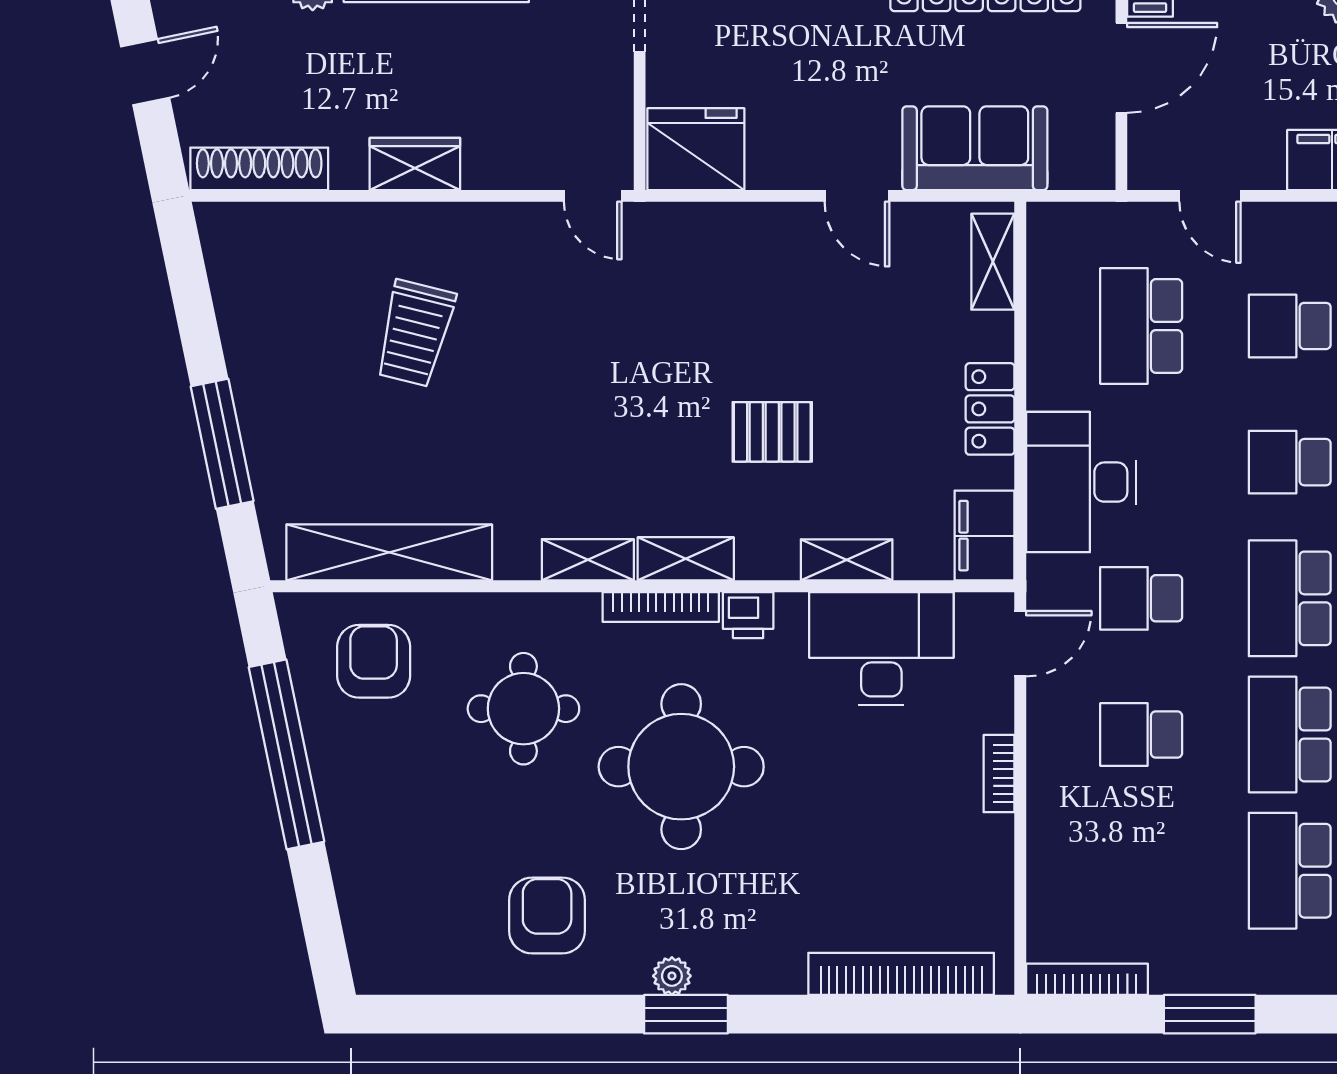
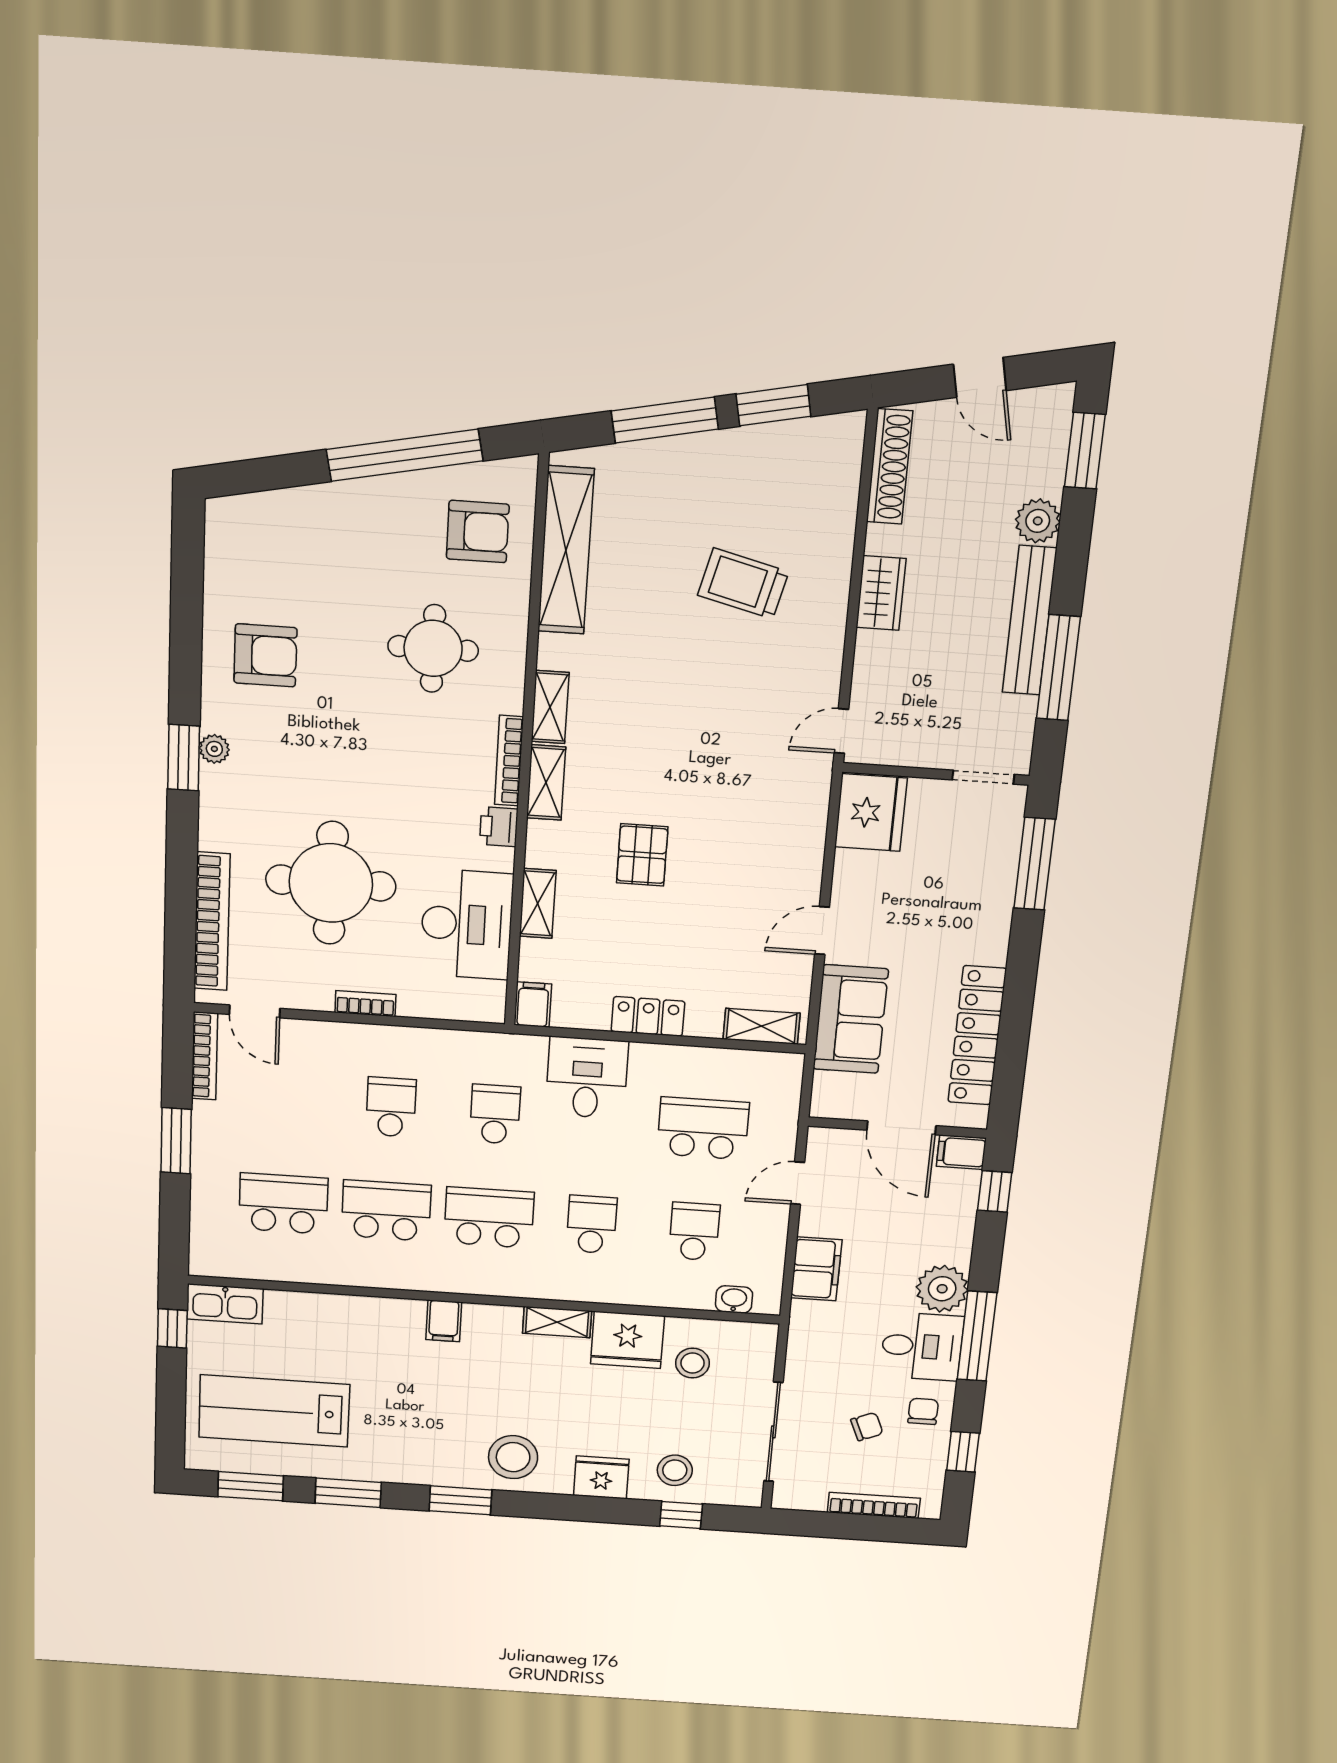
window: (195, 315) -> (773, 405), added
desk: (1081, 482) -> (587, 1078), width x0.73
filing cabinet: (985, 536) -> (533, 1004), width x0.50
door: (1020, 644) -> (255, 1011), moved
round table: (681, 767) -> (331, 883), moved

